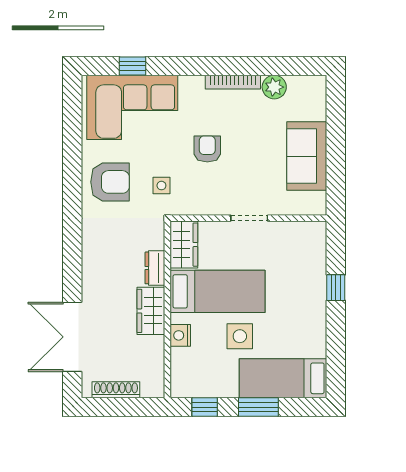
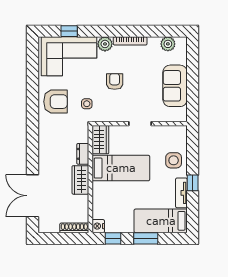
plant: (191, 87) -> (105, 44), added
plant: (274, 87) -> (168, 44), moved
window: (336, 288) -> (193, 183), moved
tv unit: (317, 332) -> (181, 193), added
nightstand: (180, 335) -> (98, 226), moved
side table: (240, 336) -> (174, 160), moved
shoe rack: (116, 390) -> (74, 228), moved

